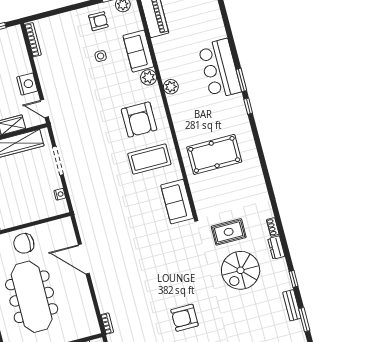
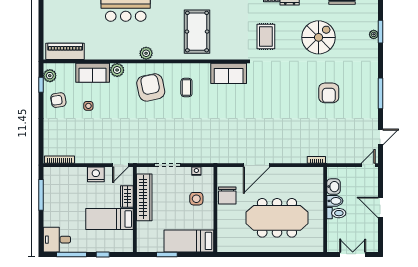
armchair: (98, 21) -> (58, 100), turned -99
plant: (171, 87) -> (146, 53), moved
armchair: (139, 120) -> (151, 87), turned -102
coffee table: (149, 159) -> (186, 88), width x0.54, depth x0.58
side table: (29, 202) -> (196, 199), added
chair: (24, 243) -> (227, 195), moved
spiral stairs: (241, 270) -> (319, 37), moved, turned -90

